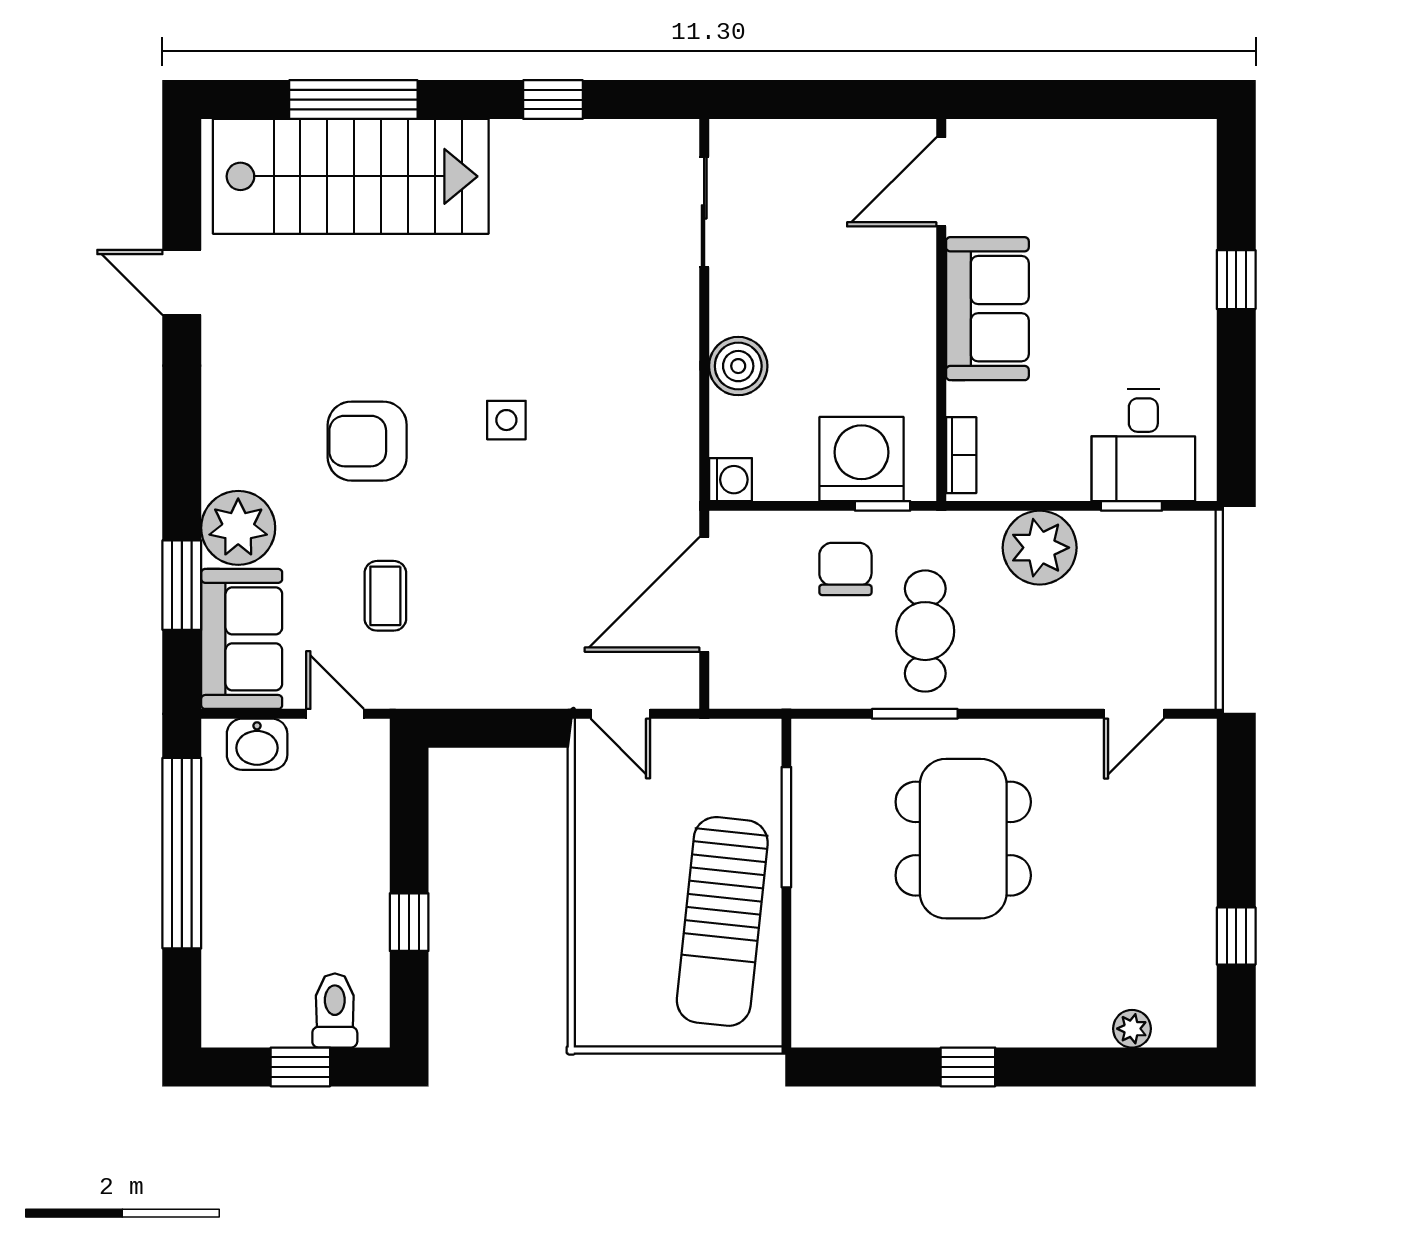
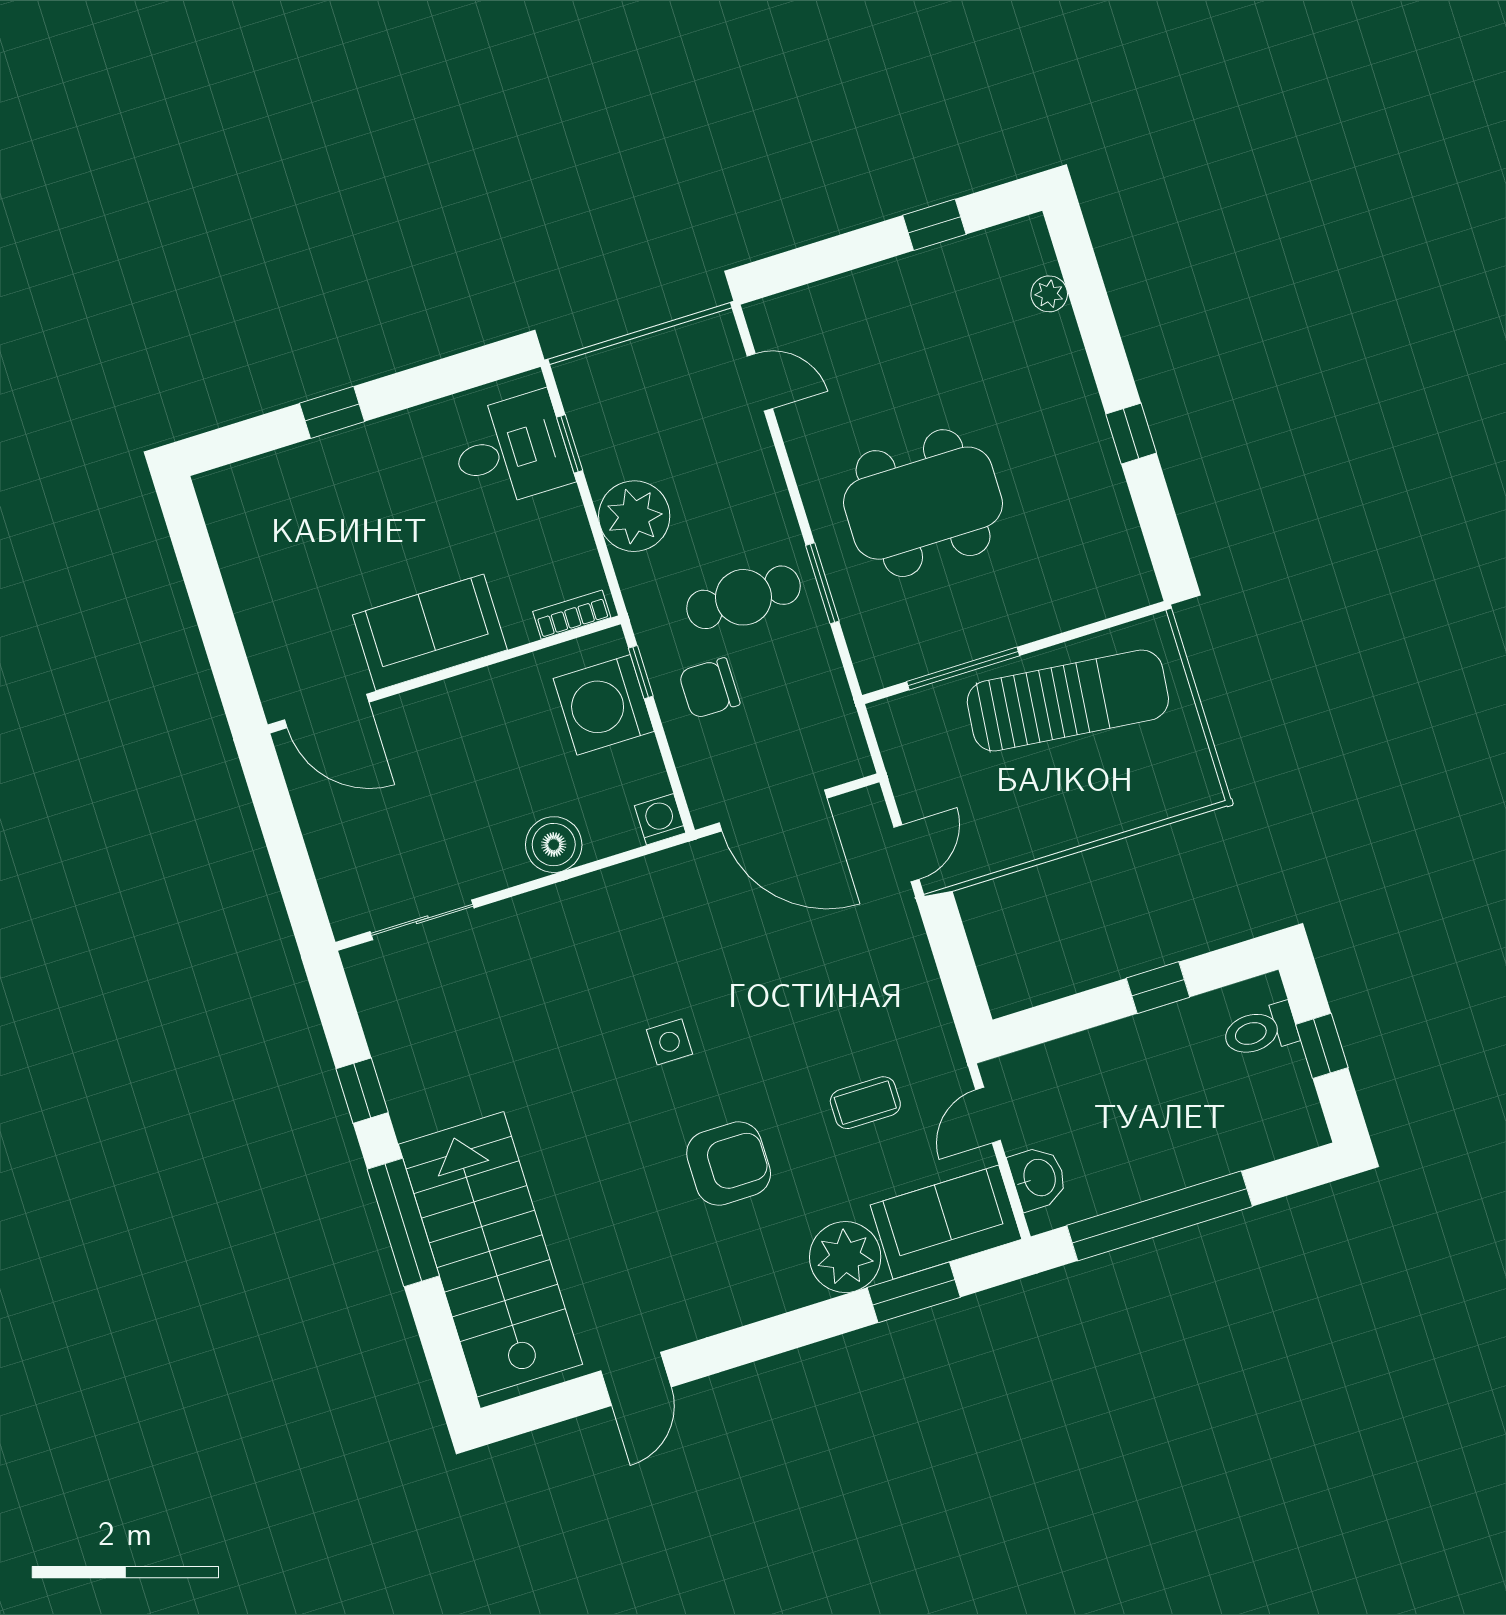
window: (353, 100) -> (403, 1223), moved
armchair: (367, 441) -> (729, 1164), turned -90

